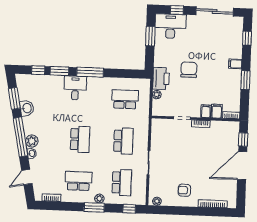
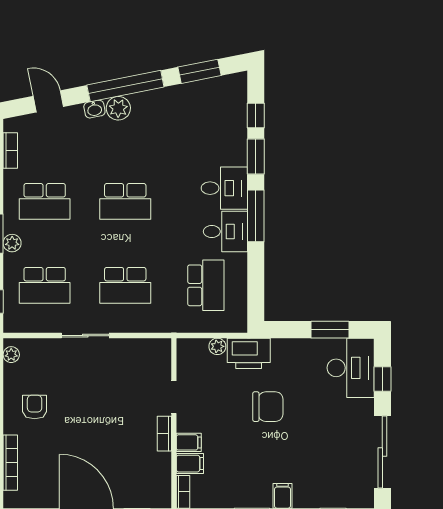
desk: (98, 88) -> (225, 231), added
washbasin: (27, 108) -> (182, 96), removed
school desk: (78, 181) -> (45, 201), turned 90

